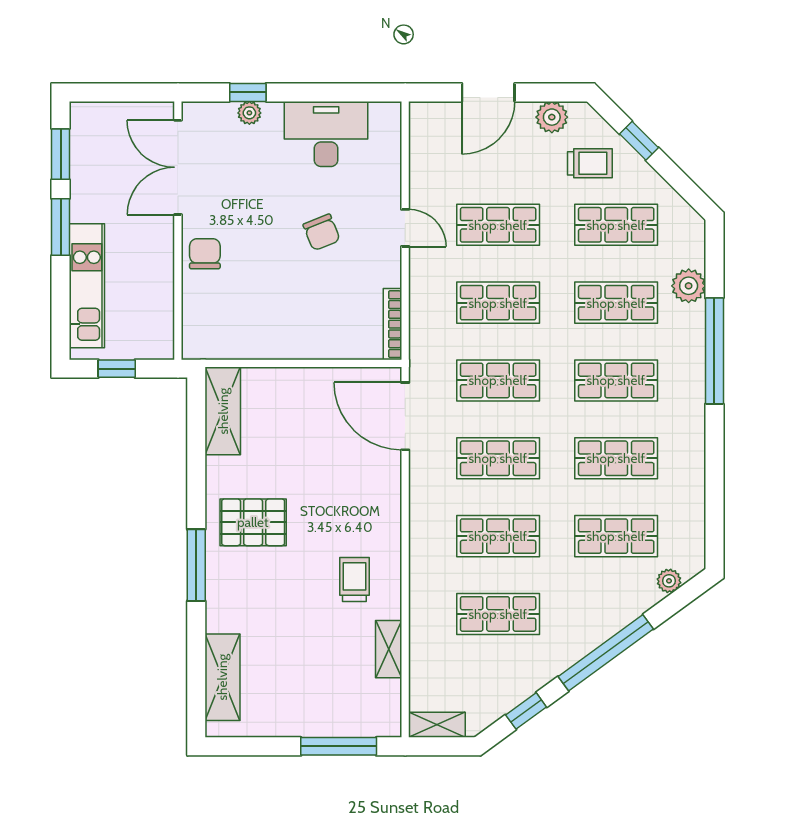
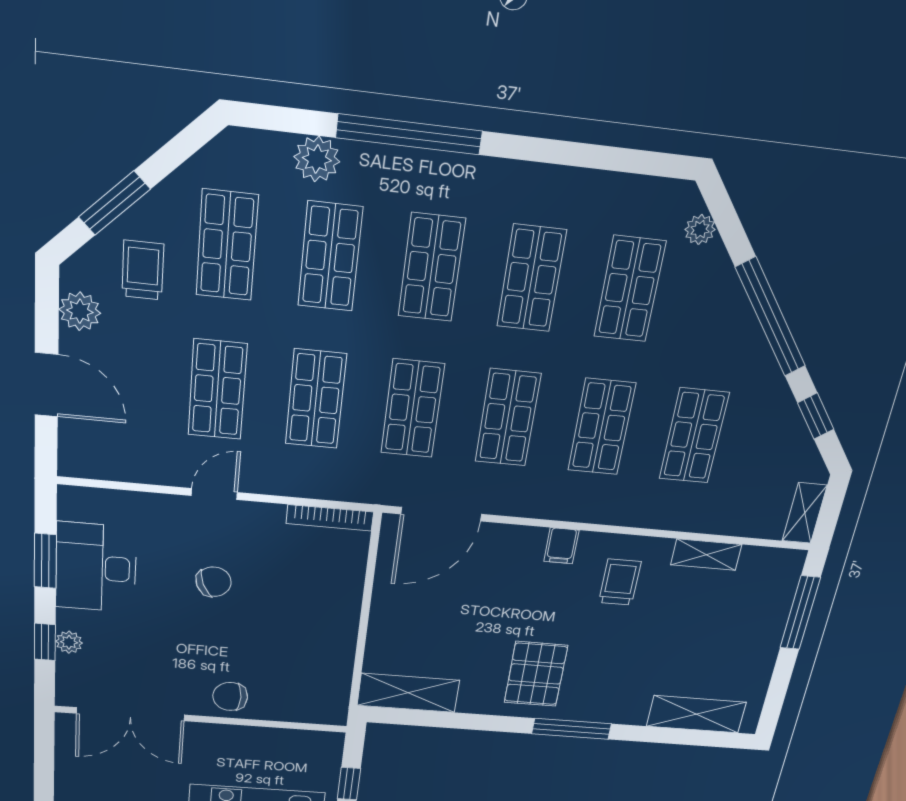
window: (329, 92) -> (45, 561), added
window: (639, 141) -> (114, 203), width x1.50
filing cabinet: (385, 522) -> (561, 546), added
trolley: (354, 579) -> (620, 582), turned 90

